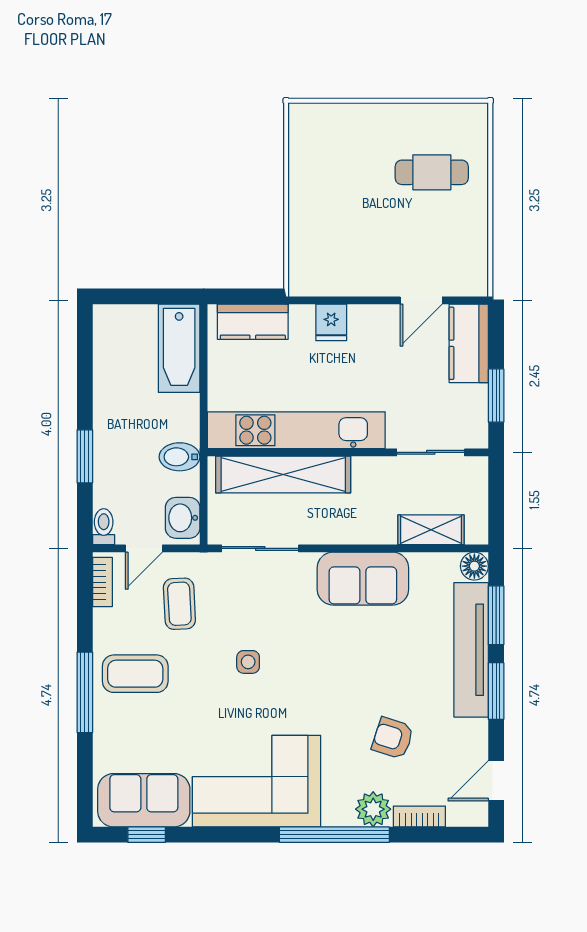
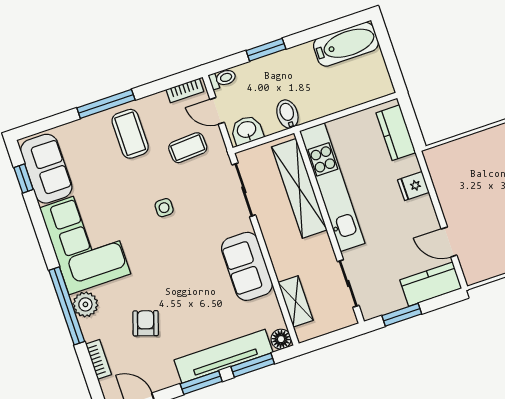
bathtub: (179, 348) -> (346, 44), moved, turned 180
plant: (373, 809) -> (85, 304), moved

